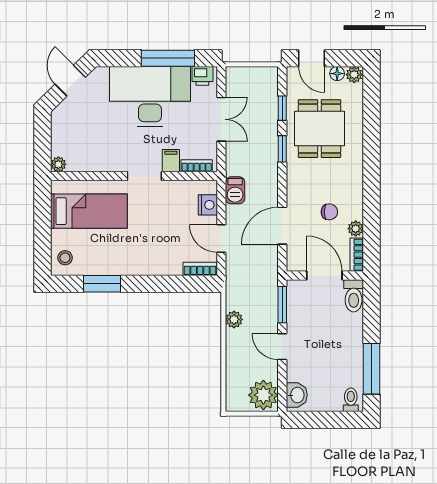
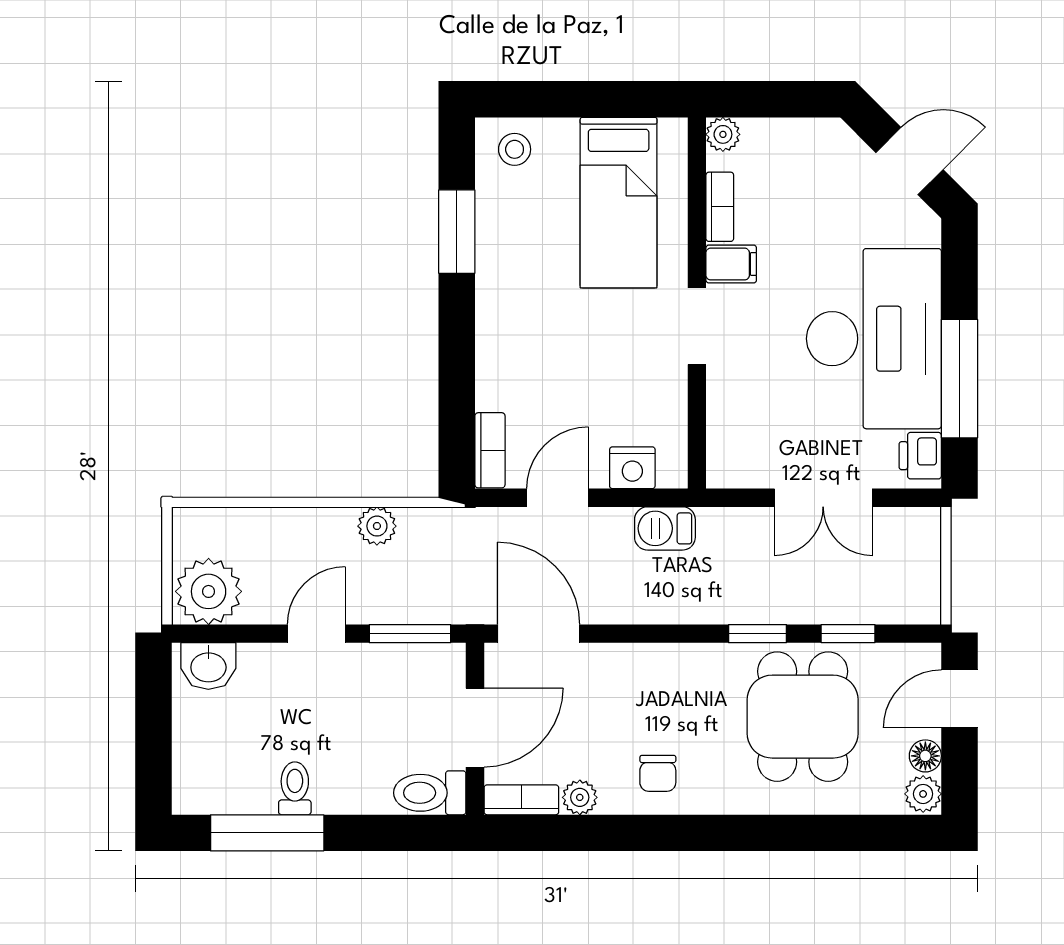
dining table: (319, 129) -> (803, 717), turned 90
filing cabinet: (171, 161) -> (731, 264), moved
bookcase: (197, 166) -> (720, 207), moved
chair: (329, 212) -> (658, 773), moved
door: (282, 226) -> (538, 634), moved
toilet: (351, 400) -> (295, 788), moved, turned -90

